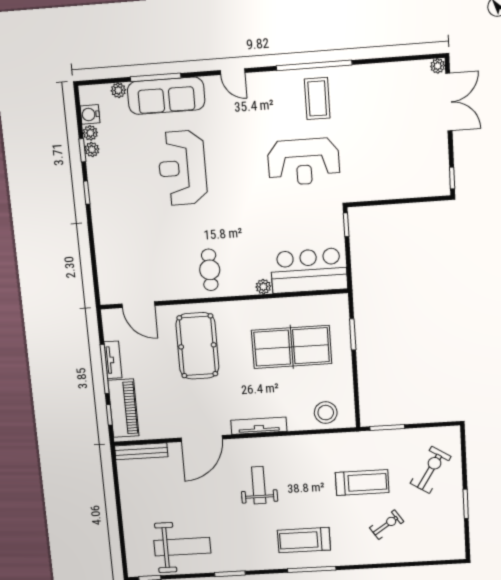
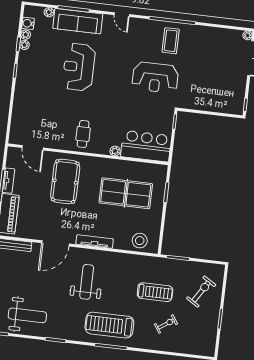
weight bench: (259, 485) -> (87, 282), width x1.36, depth x1.33
treadmill: (304, 540) -> (109, 325), width x1.37, depth x1.38

